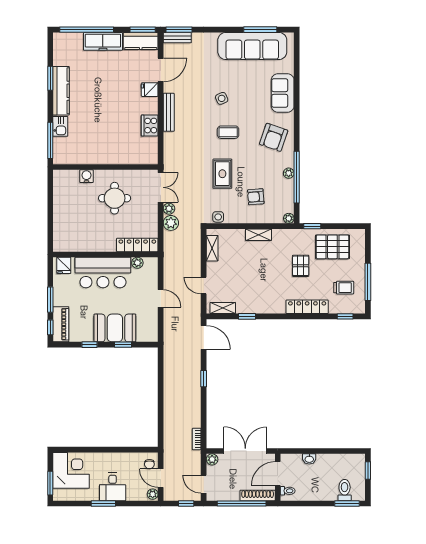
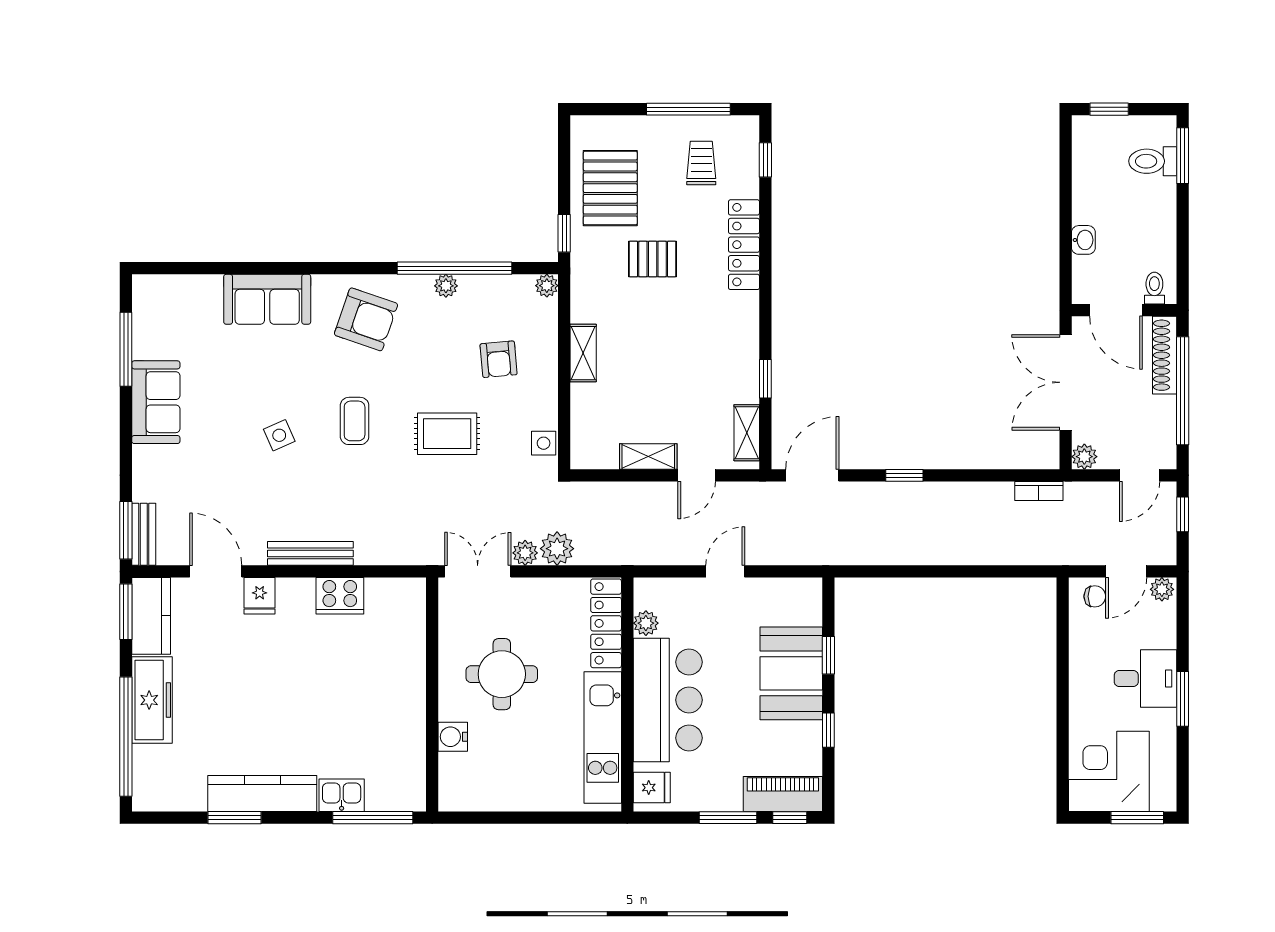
sofa: (252, 46) -> (156, 402), width x0.54, depth x0.79
kitchen unit: (86, 243) -> (603, 738), added
shelving: (212, 248) -> (648, 456), moved

